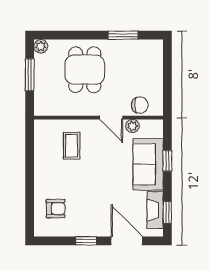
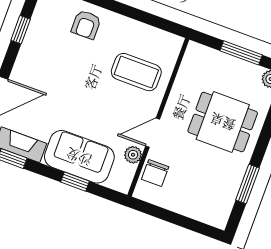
coffee table: (72, 146) -> (136, 72), width x1.36, depth x1.30
armchair: (56, 209) -> (86, 25), moved
window: (86, 241) -> (21, 30), moved

